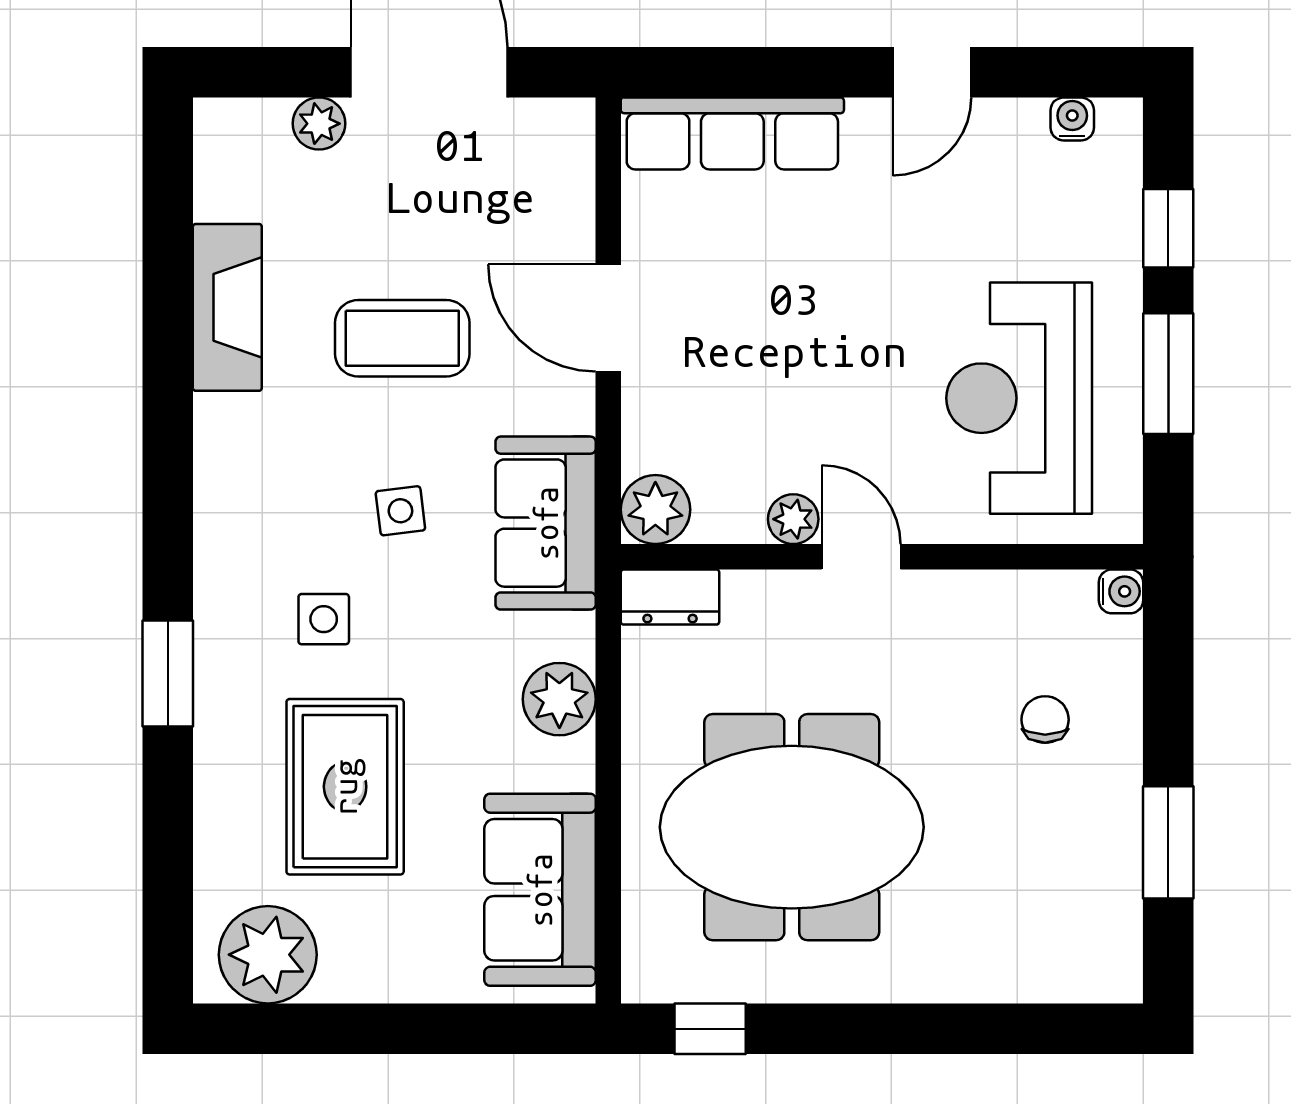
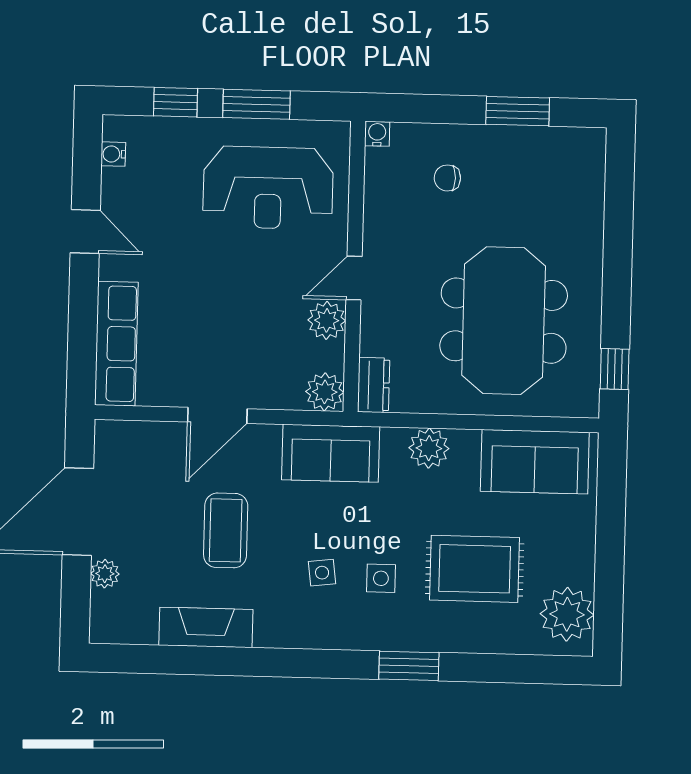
side table: (400, 511) -> (322, 573), moved
plant: (793, 519) -> (327, 320), width x1.38, depth x1.38

